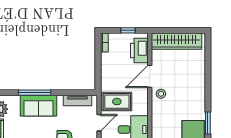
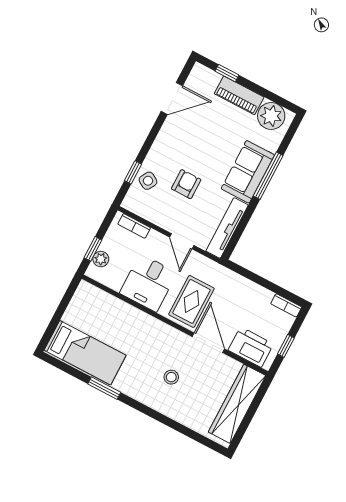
stool: (161, 94) -> (171, 377), moved
tv unit: (77, 101) -> (227, 228), width x1.41
rug: (117, 102) -> (191, 301), moved

